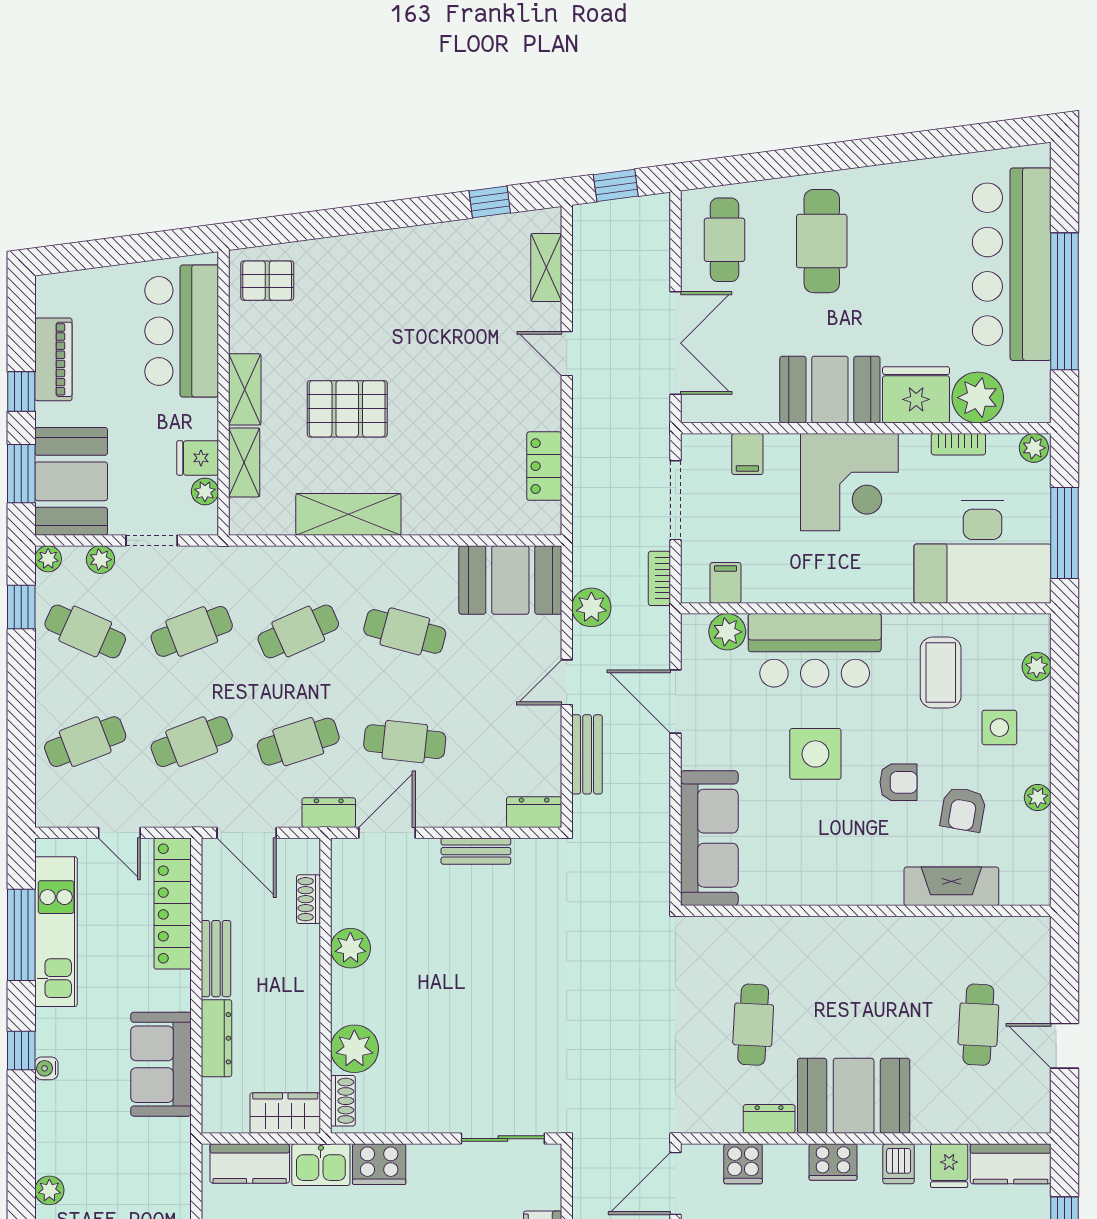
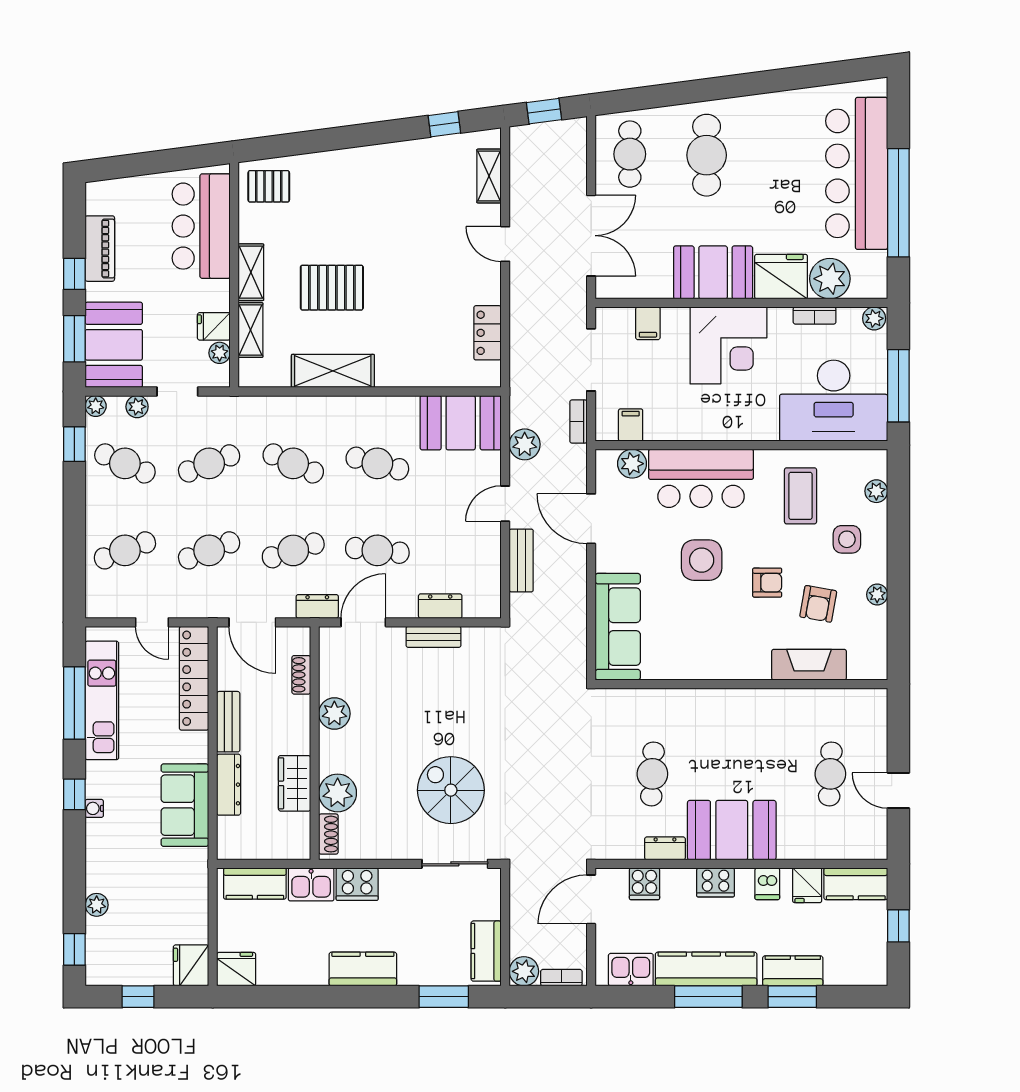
cafe table: (298, 631) -> (293, 463), turned 48
dresser: (534, 812) -> (440, 606), moved
spiral stairs: (498, 1045) -> (451, 790), added
wardrobe: (285, 1113) -> (295, 783), moved, turned -90

